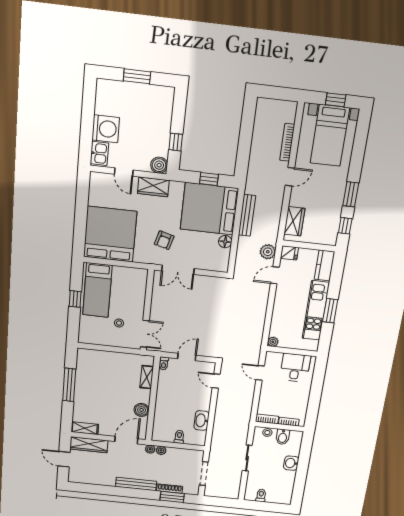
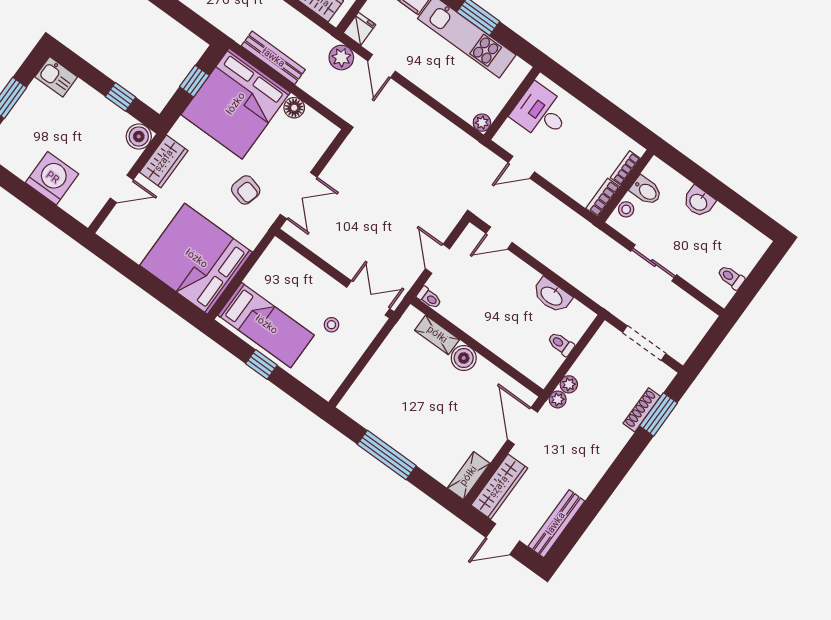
kitchen sink: (99, 153) -> (56, 77), moved, turned 180
boiler: (142, 410) -> (464, 358), moved
bench: (136, 484) -> (556, 524), moved

